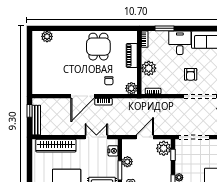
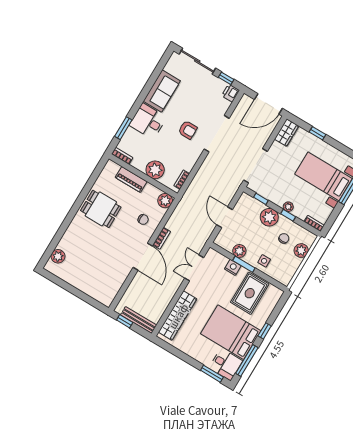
plant: (164, 148) -> (269, 217), moved
nightstand: (113, 151) -> (233, 267), moved

